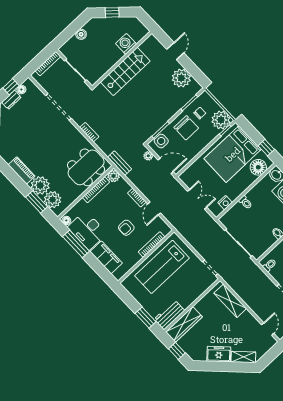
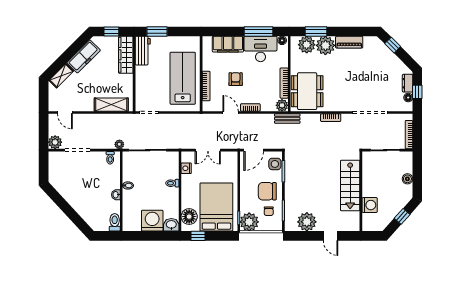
plant: (148, 156) -> (119, 144), moved
freezer: (219, 354) -> (84, 56), width x1.40

